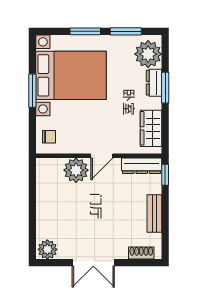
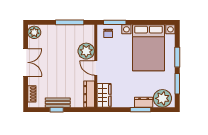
window: (32, 91) -> (115, 22), moved
wardrobe: (151, 128) -> (104, 95), moved, turned 90
window: (165, 175) -> (57, 110), moved
window: (32, 196) -> (70, 22), added
double door: (93, 263) -> (26, 62), swing flipped

